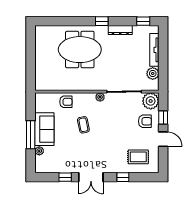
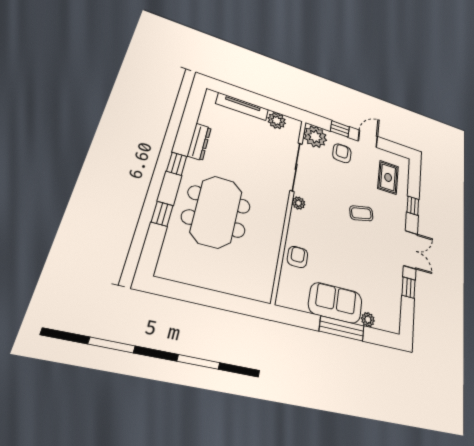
window: (143, 21) -> (162, 214), moved
coffee table: (83, 125) -> (361, 213), moved

